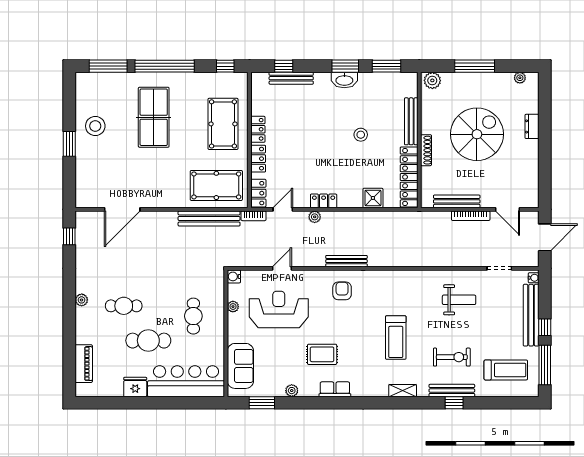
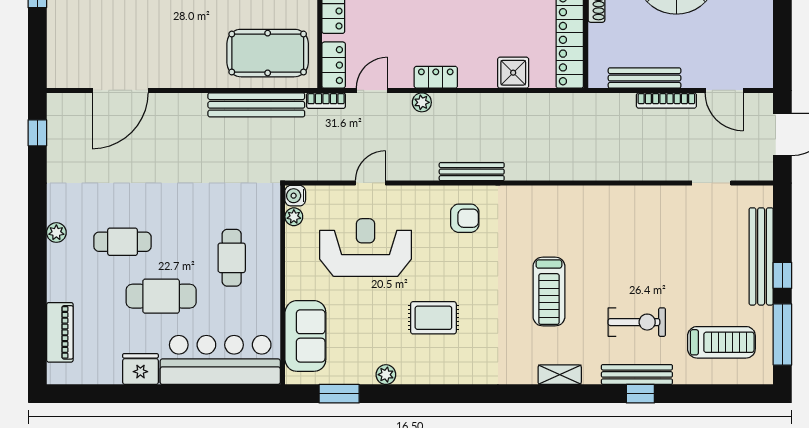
water cooler: (534, 278) -> (765, 198), removed
armchair: (342, 291) -> (465, 218), turned 90
weight bench: (459, 300) -> (648, 232), removed
plant: (233, 307) -> (294, 217), moved
row of seats: (335, 389) -> (454, 373), removed

